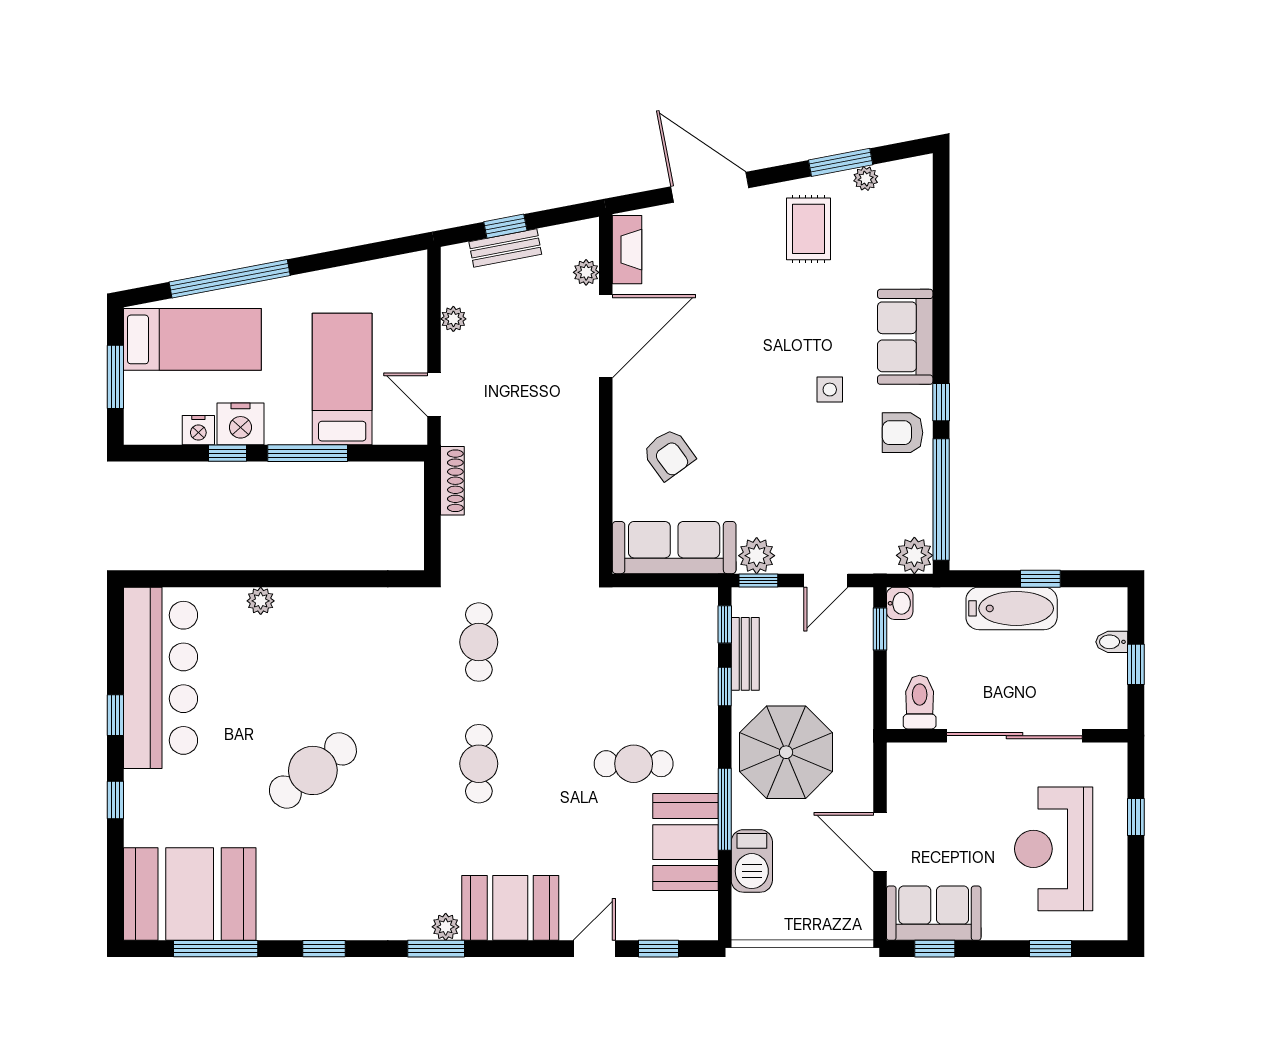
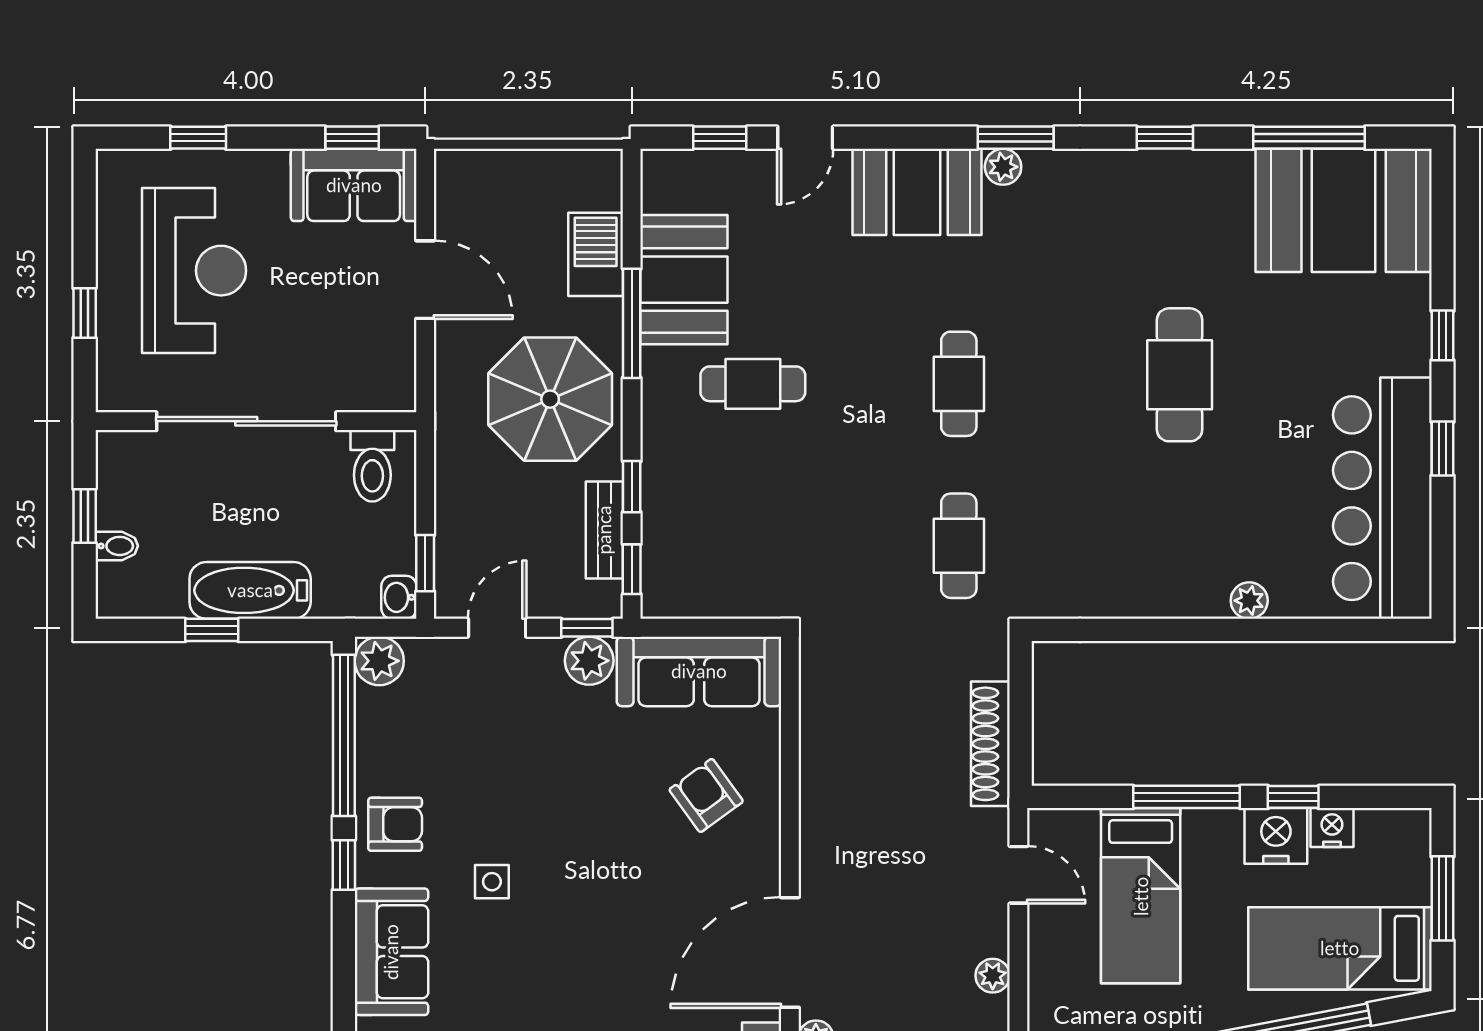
shoe rack: (452, 481) -> (990, 744), width x1.36, depth x1.24
cafe table: (313, 770) -> (1180, 375), turned -52

